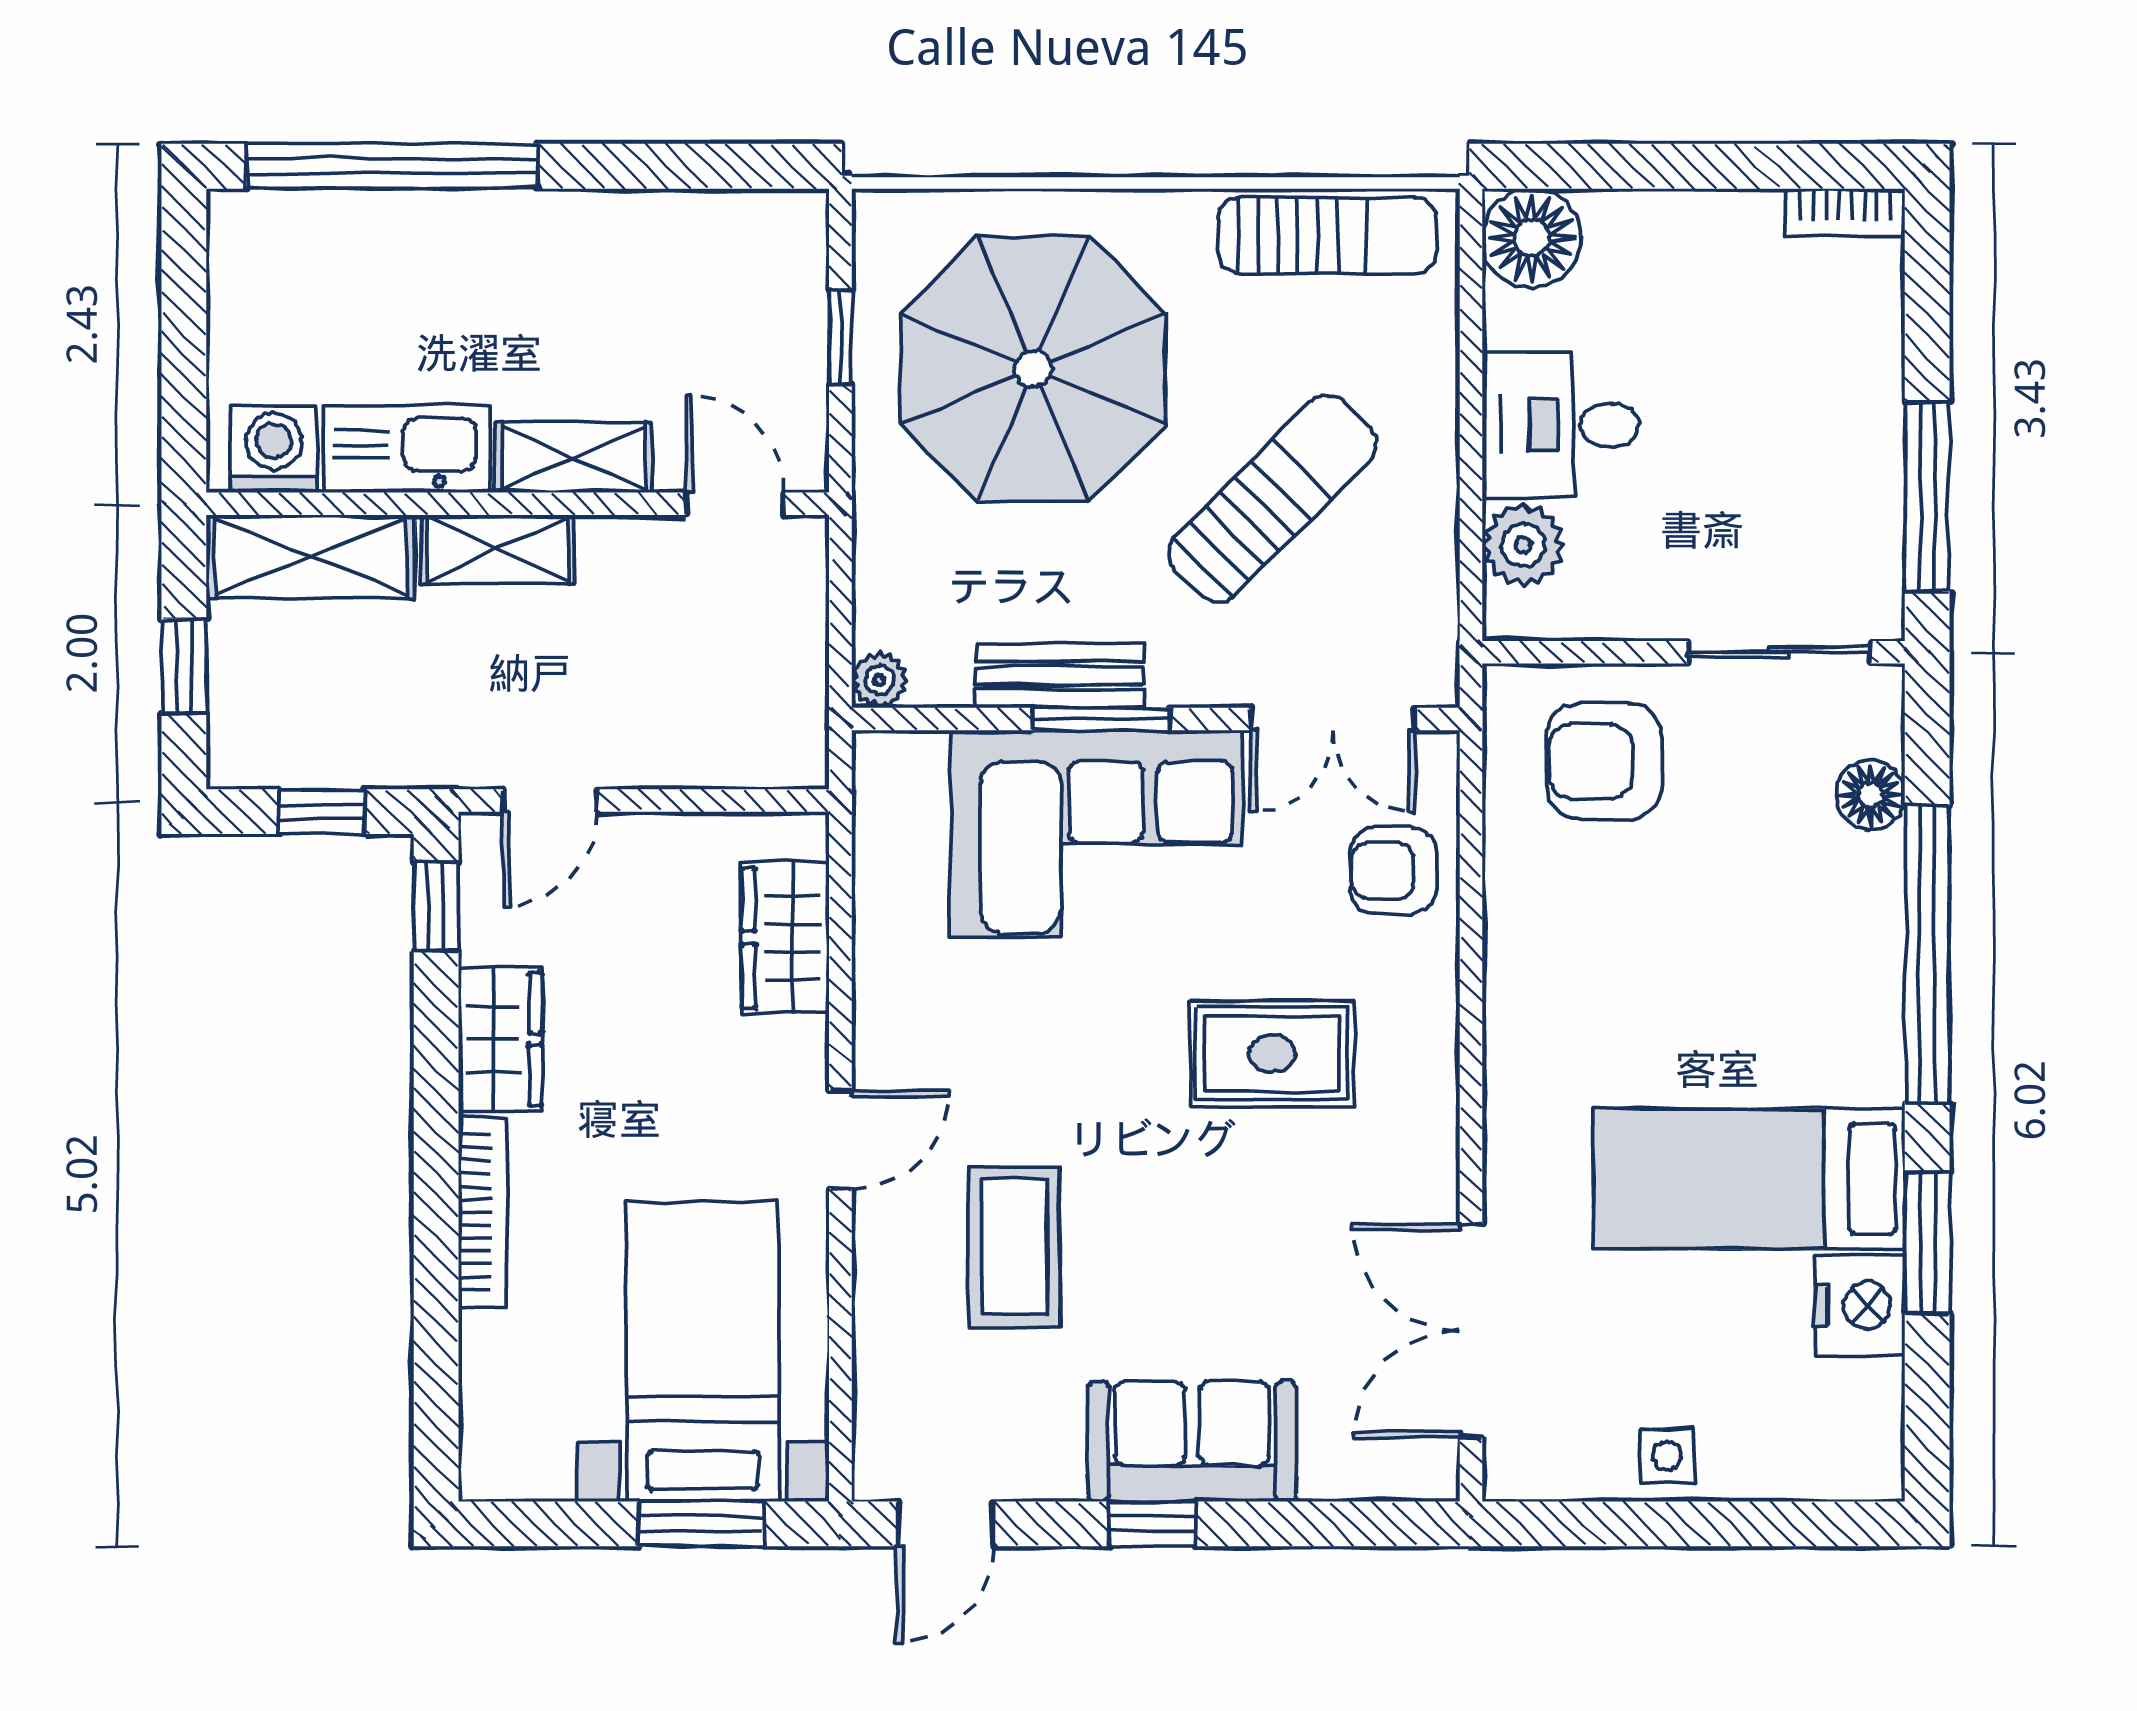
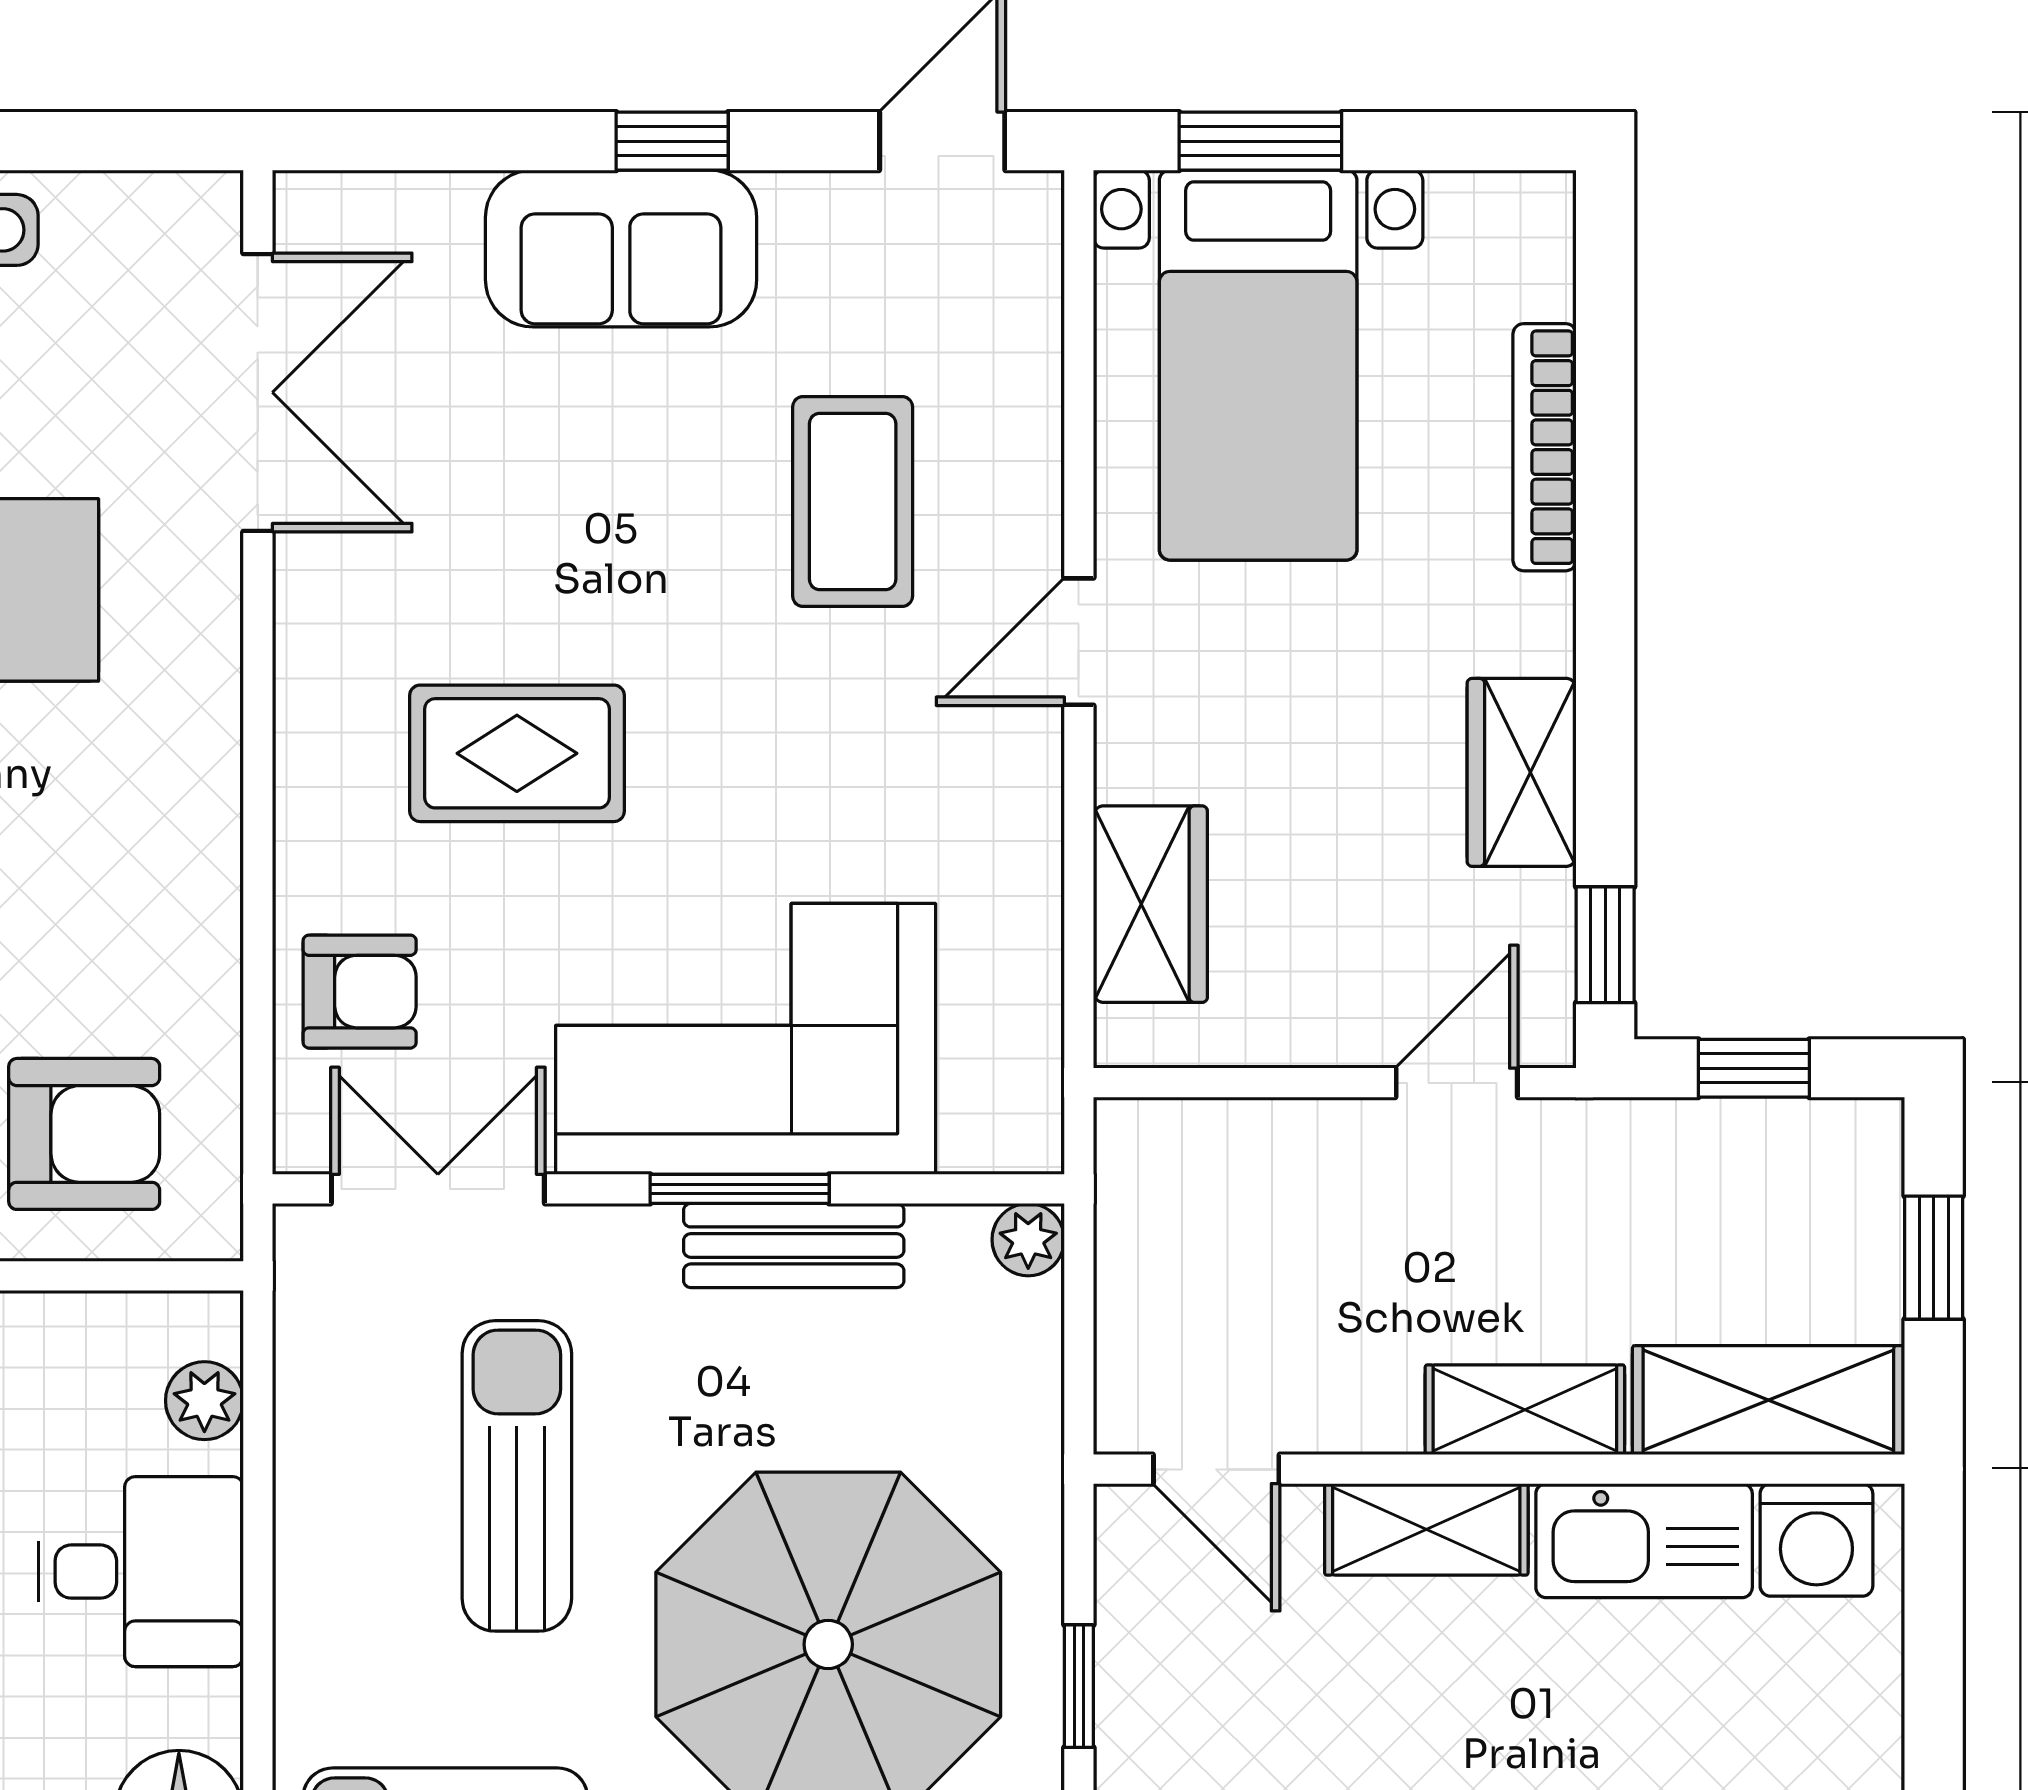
sun lounger: (1272, 498) -> (517, 1476), turned 135
plant: (1523, 545) -> (204, 1401), width x0.73, depth x0.73
bookcase: (483, 1212) -> (1545, 447), moved

